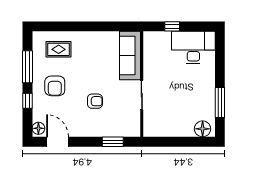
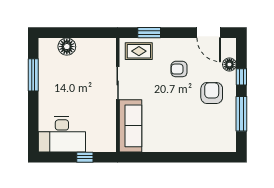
rug: (59, 49) -> (139, 51), moved
armchair: (95, 101) -> (179, 69), moved
floor lamp: (38, 128) -> (229, 65), moved
floor lamp: (203, 129) -> (67, 47), moved

